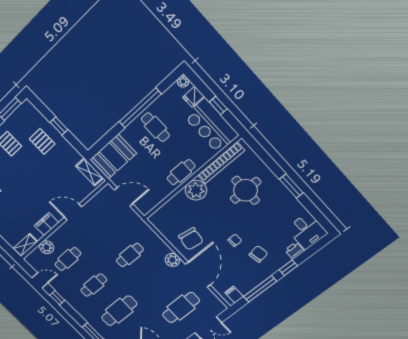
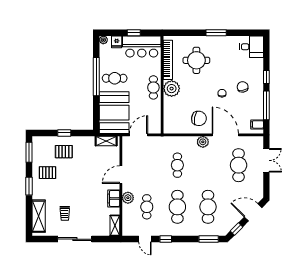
booth: (113, 157) -> (114, 113), width x1.36, depth x1.42
plant: (47, 247) -> (128, 198), moved
printer: (294, 251) -> (258, 64), removed
door: (40, 280) -> (145, 239), swing flipped
cafe table: (94, 285) -> (177, 207), width x1.37, depth x1.35

